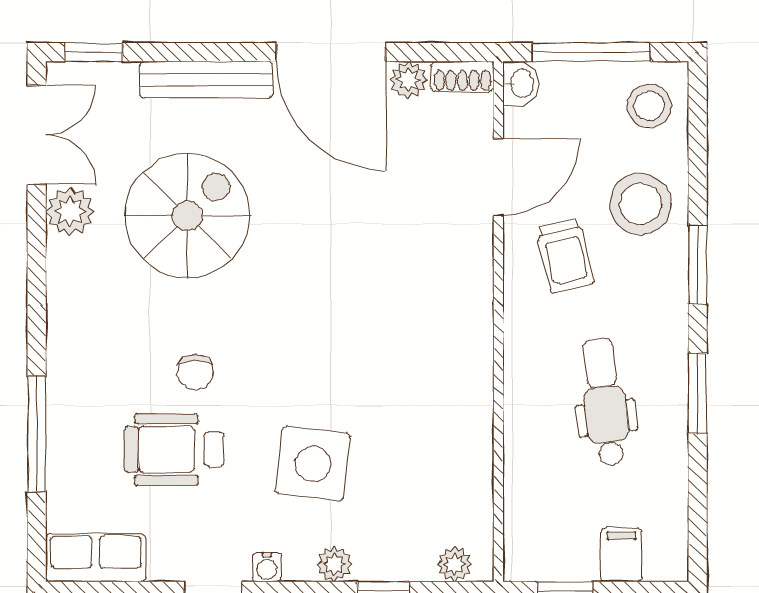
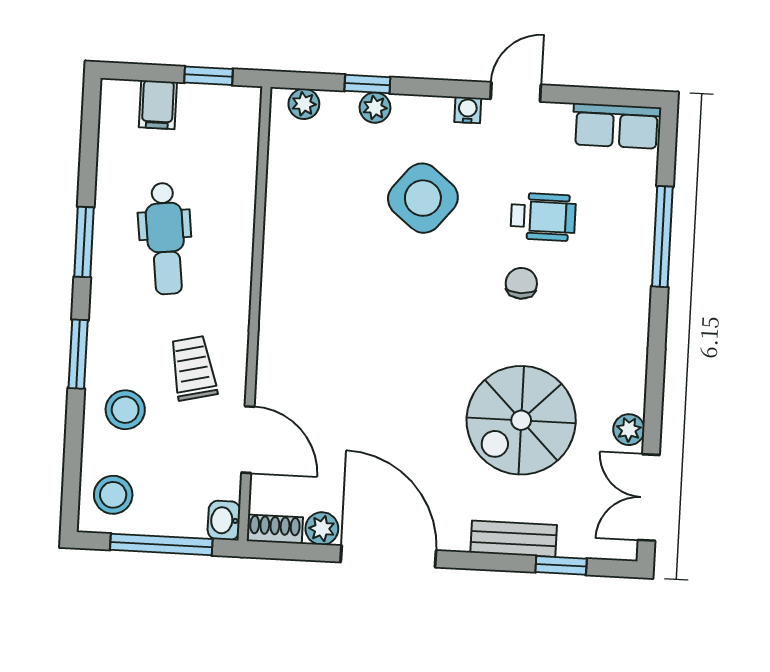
window: (94, 52) -> (561, 565), moved
bench: (206, 80) -> (514, 539), width x0.73
door: (498, 177) -> (248, 440), swing flipped
stool: (640, 204) -> (125, 410), width x0.73, depth x0.73
plant: (70, 211) -> (629, 430), width x0.73, depth x0.73
wheelchair: (174, 449) -> (543, 217), width x0.73, depth x0.73
side table: (313, 464) -> (423, 198), turned 32
plant: (334, 564) -> (375, 108), moved

